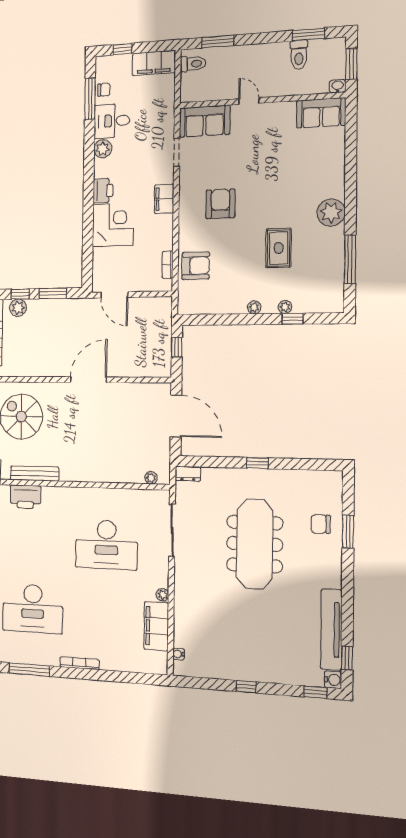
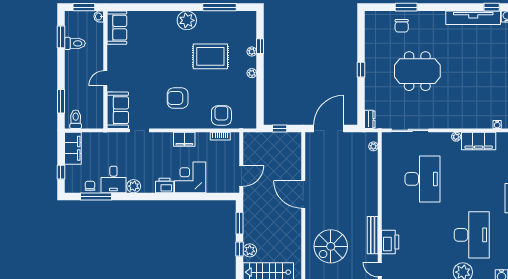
filing cabinet: (164, 199) -> (184, 139), moved
rug: (279, 248) -> (210, 56), width x1.36, depth x1.43
meeting table: (255, 544) -> (417, 71), width x0.73

